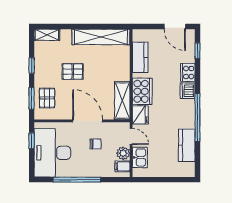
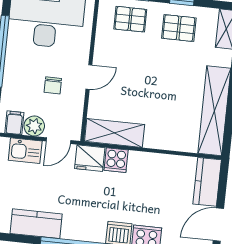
kitchen counter: (140, 57) -> (207, 182), moved, turned 90
pallet: (73, 71) -> (179, 28), moved, turned 90
cooker: (142, 91) -> (116, 160), width x0.53, depth x0.76
door: (88, 121) -> (89, 77), width x0.53

